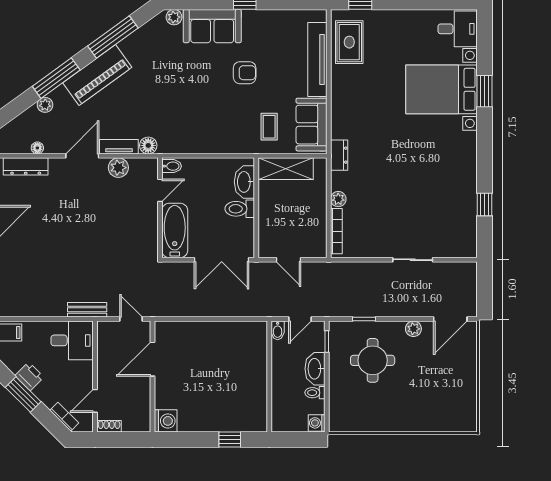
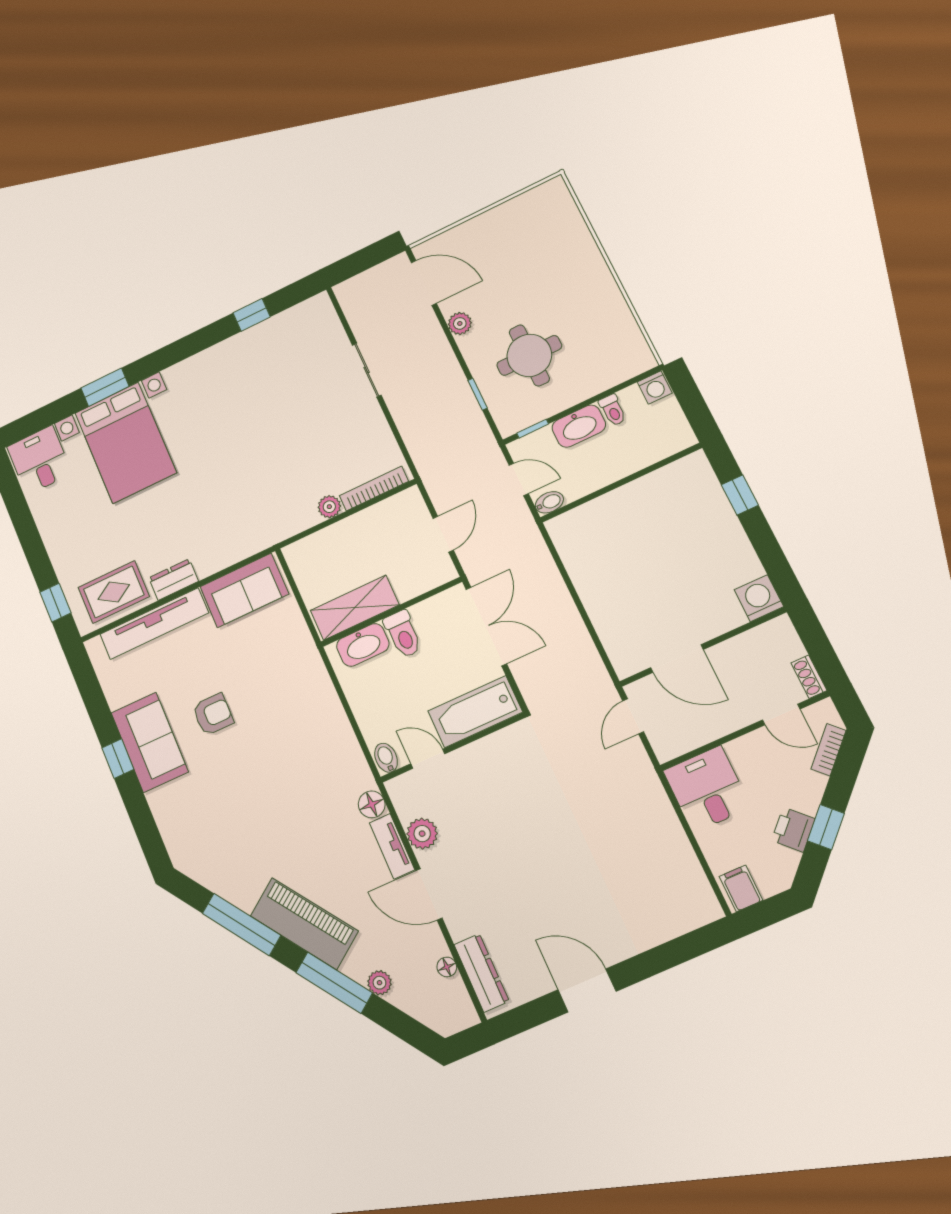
plant: (174, 17) -> (178, 848), removed
sofa: (212, 26) -> (150, 742), moved
armchair: (245, 73) -> (213, 714), turned 90
coffee table: (269, 127) -> (272, 646), removed
dresser: (339, 155) -> (174, 580), moved
shelving: (286, 169) -> (355, 608), moved, turned 90
bench: (87, 310) -> (650, 787), removed
window: (23, 394) -> (826, 827), width x0.67

